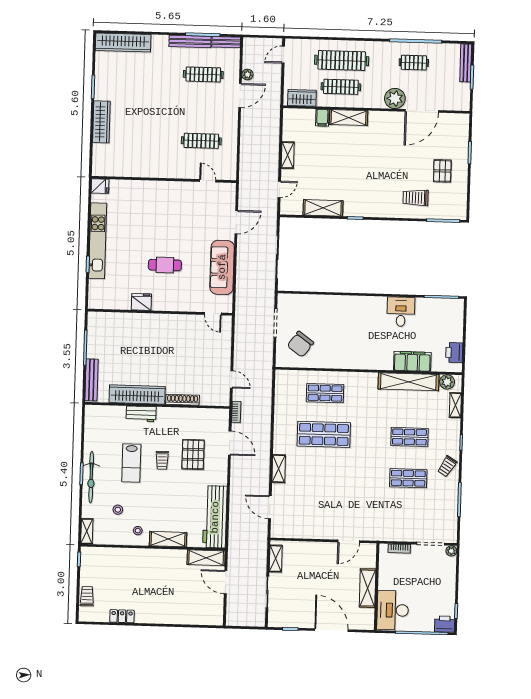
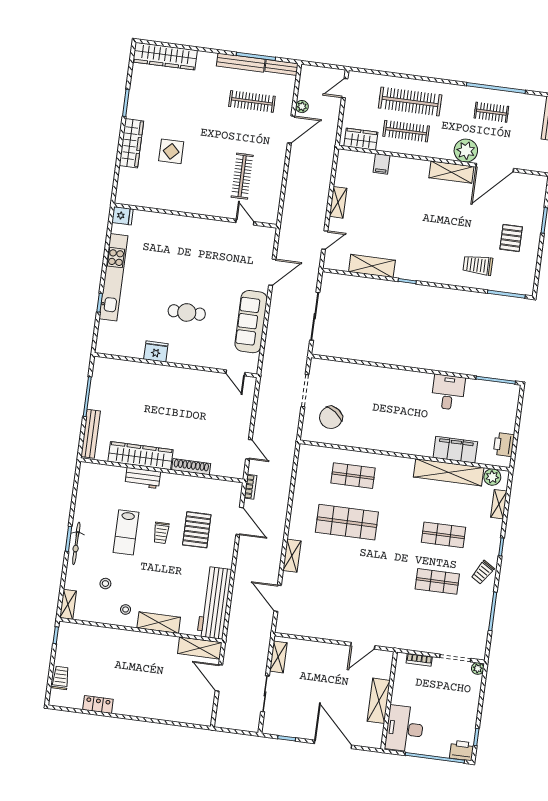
shelving: (349, 118) -> (451, 172), moved
display table: (137, 125) -> (171, 151), added
clothes rail: (201, 141) -> (242, 176), turned 90
bicycle: (91, 477) -> (76, 543), width x0.73, depth x0.71

